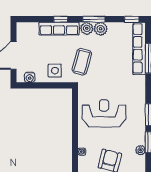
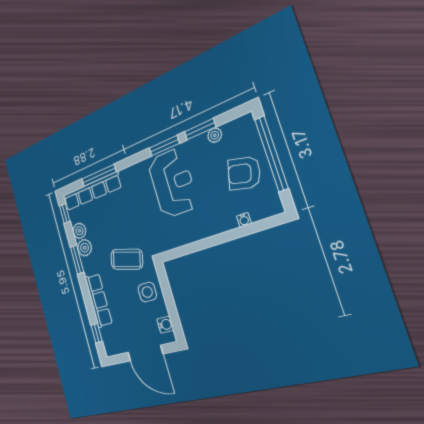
window: (61, 19) -> (97, 333), moved
plant: (87, 28) -> (79, 231), moved
reception desk: (104, 113) -> (173, 183), moved, turned 180

